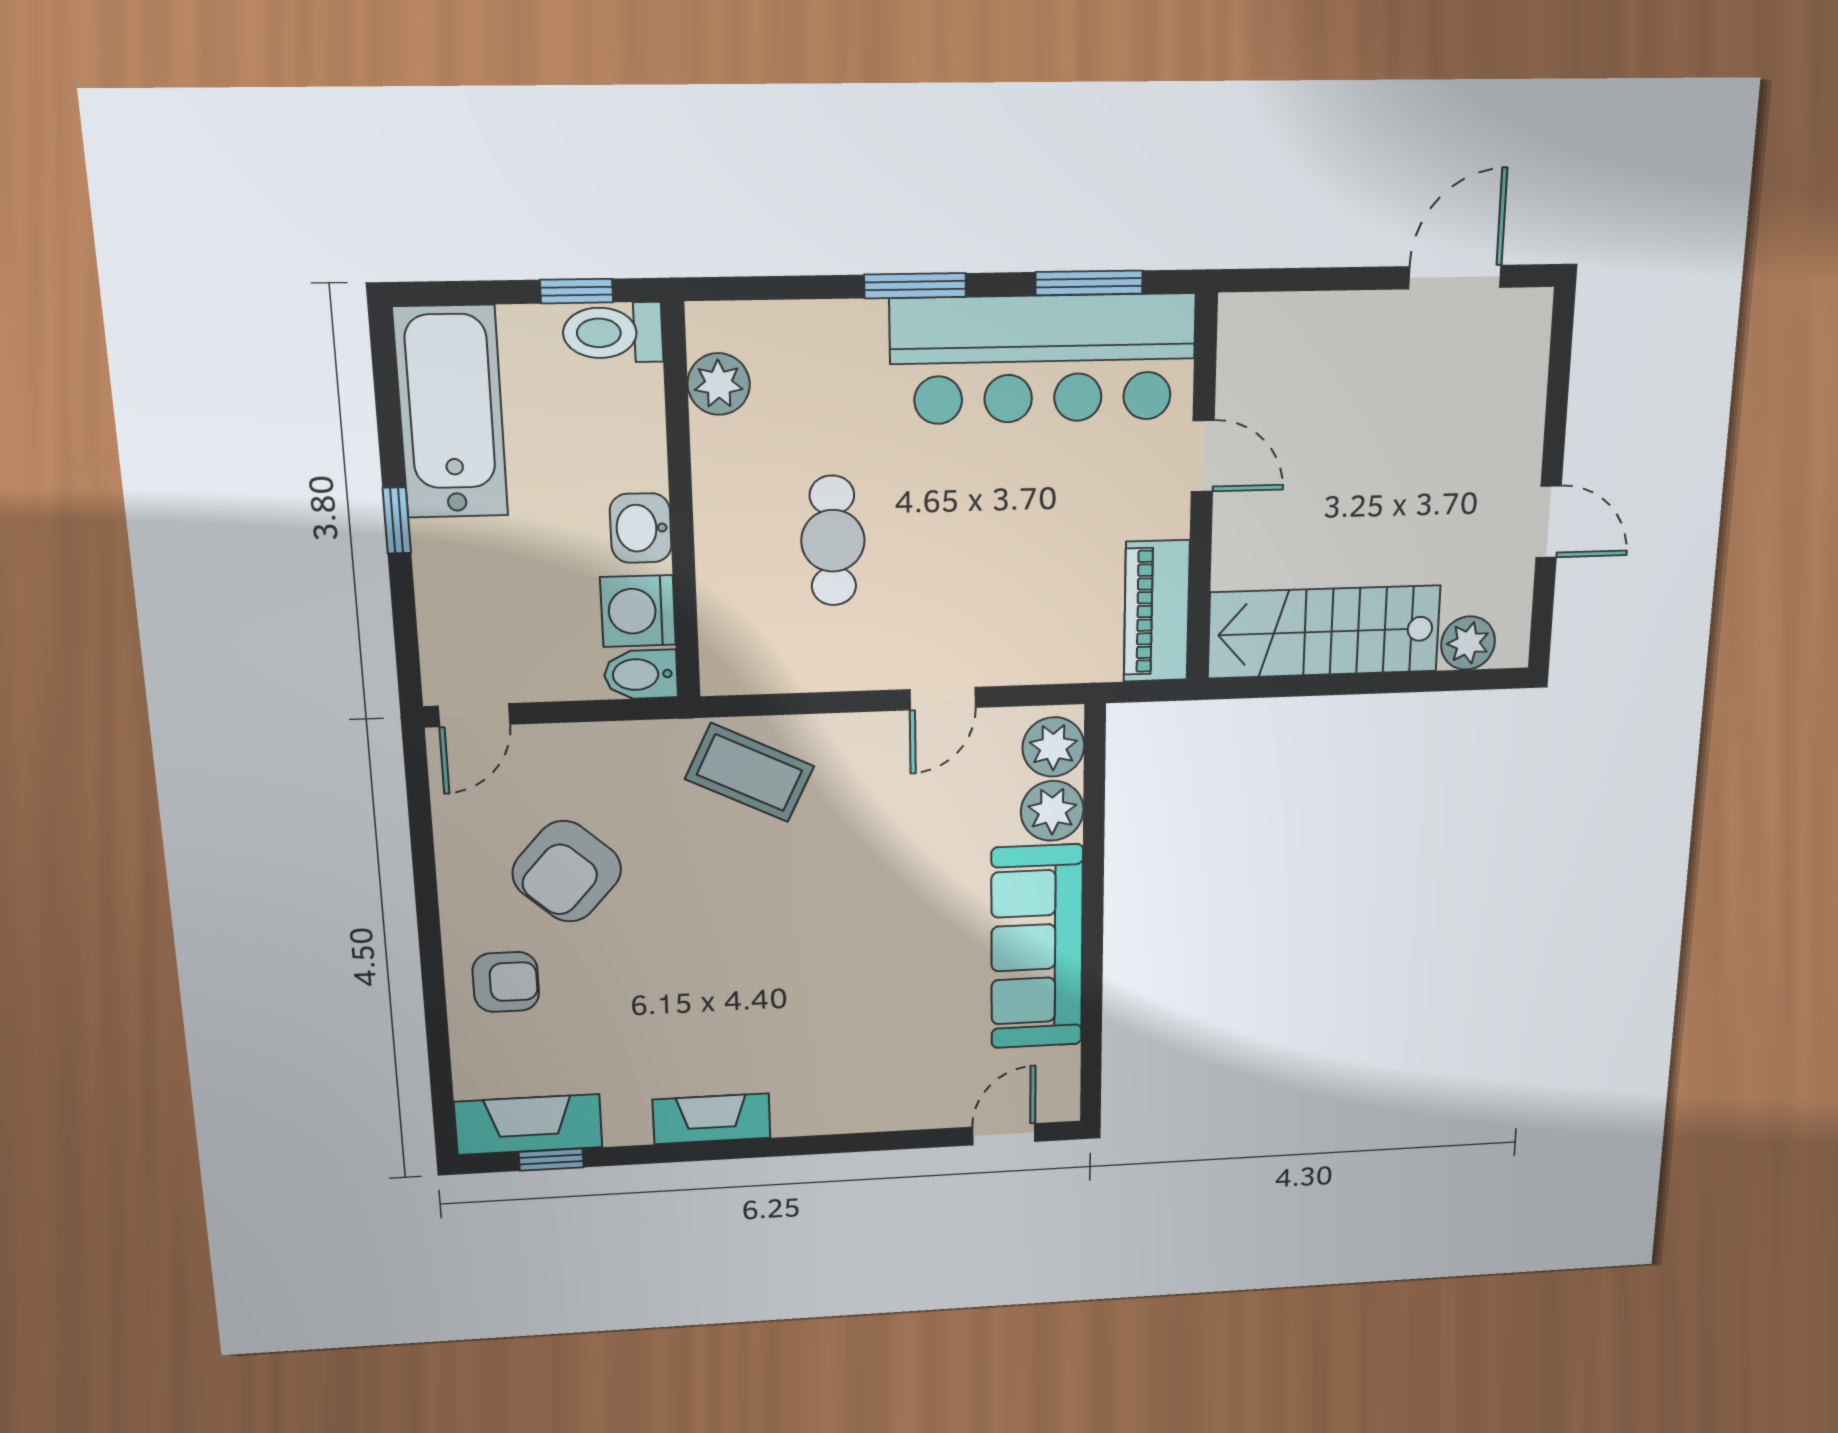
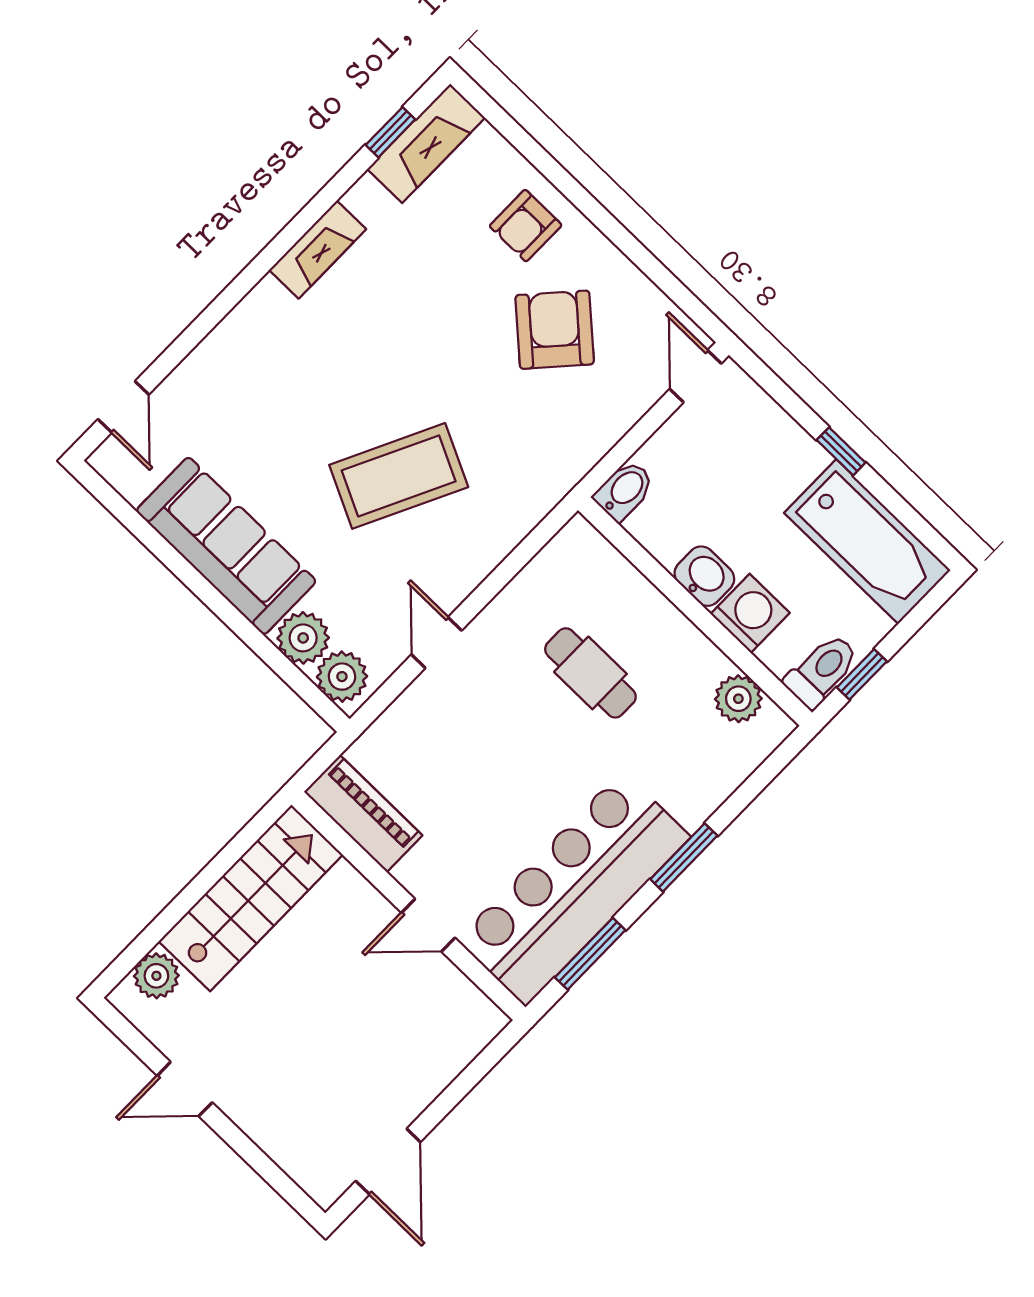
washing machine: (638, 611) -> (750, 613), moved
coffee table: (749, 773) -> (399, 476), moved, width x1.36, depth x1.32

